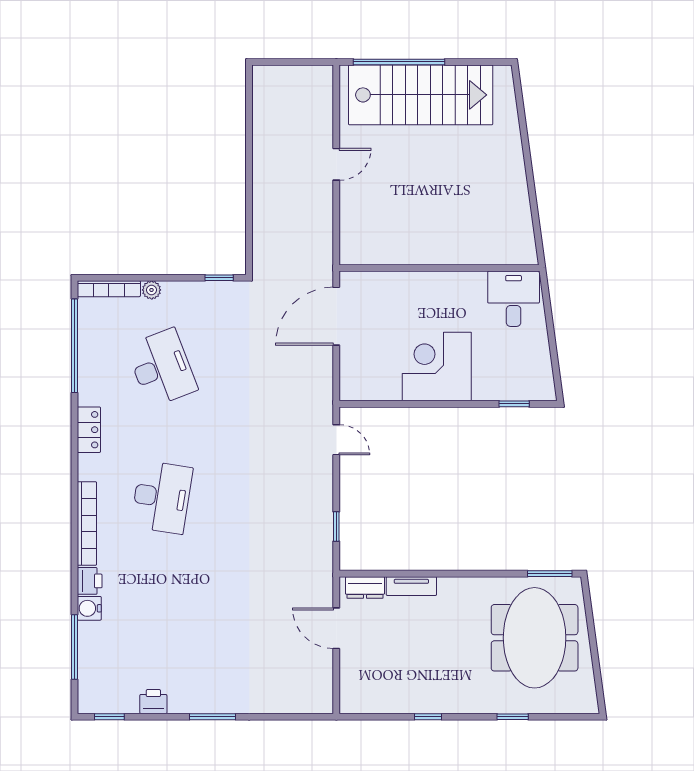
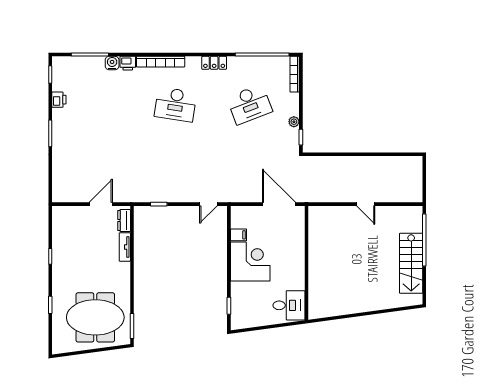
stairs: (421, 95) -> (411, 263), width x0.73, depth x0.66
plant: (152, 290) -> (294, 122), moved
filing cabinet: (390, 387) -> (239, 235), added

